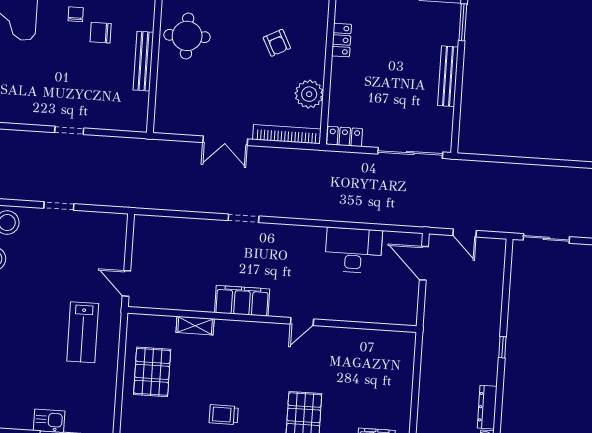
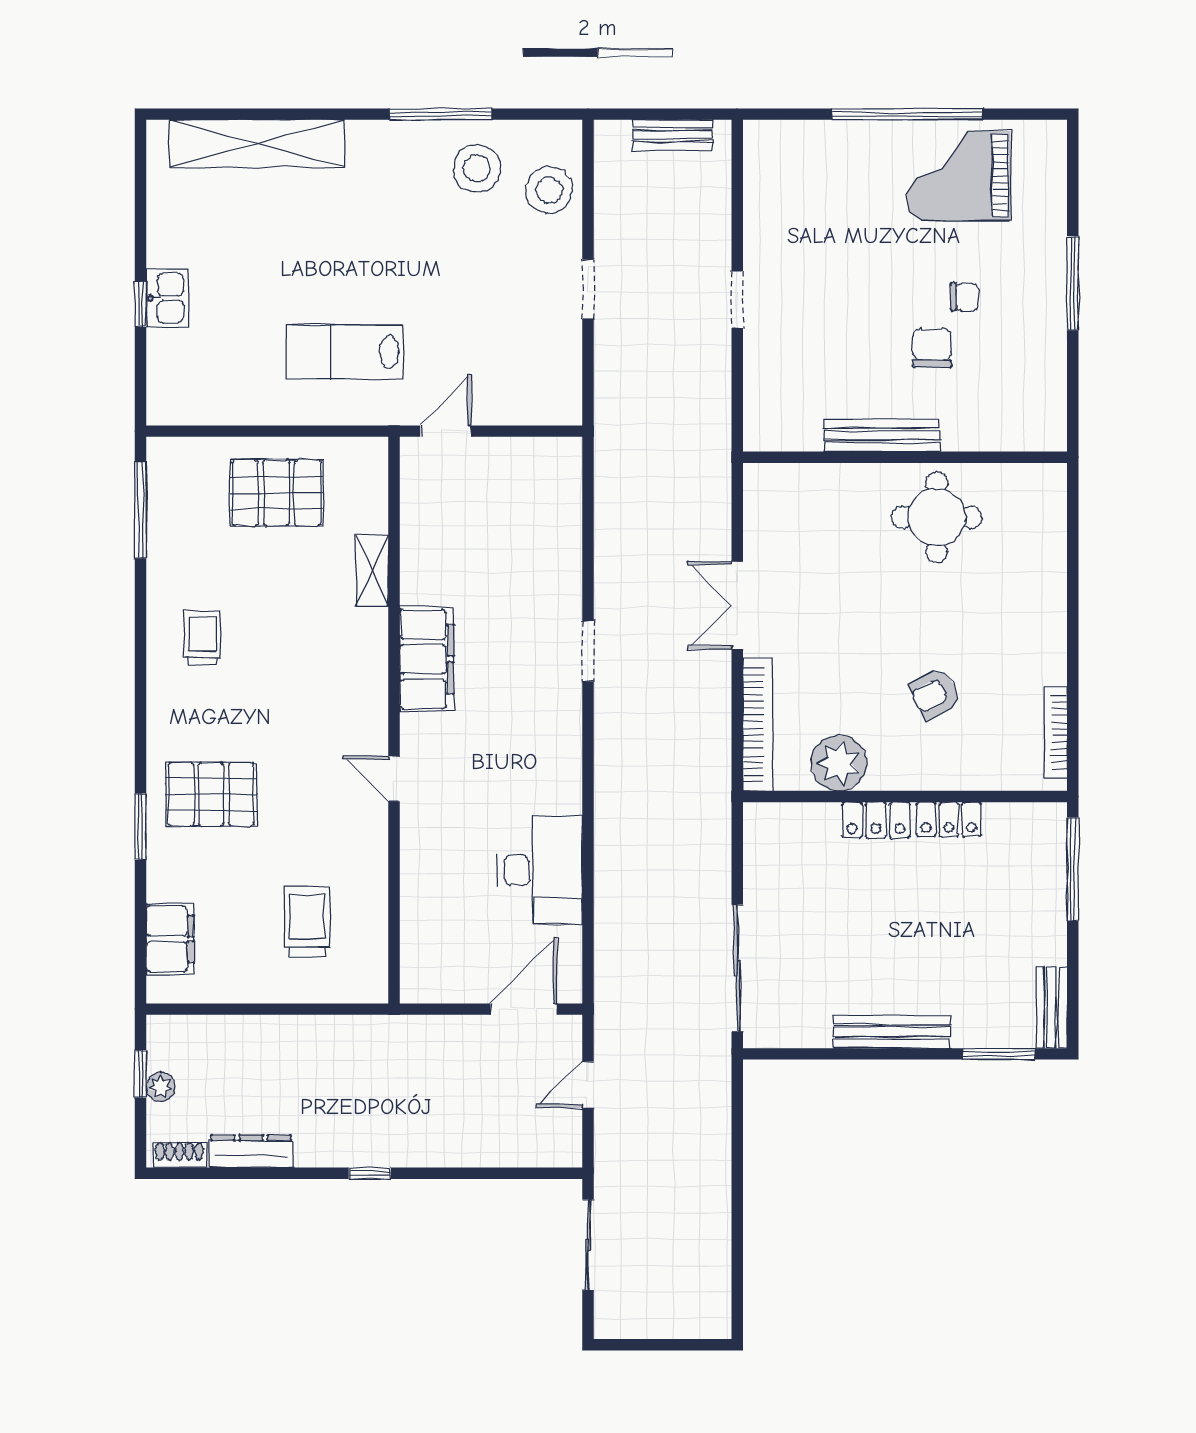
locker: (345, 136) -> (876, 820), moved, turned 90
trolley: (372, 371) -> (307, 922), added

